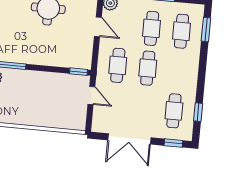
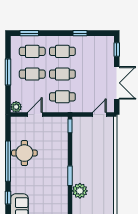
door: (91, 95) -> (99, 115), moved
cafe table: (174, 111) -> (62, 51), moved
window: (198, 112) -> (80, 33), moved

